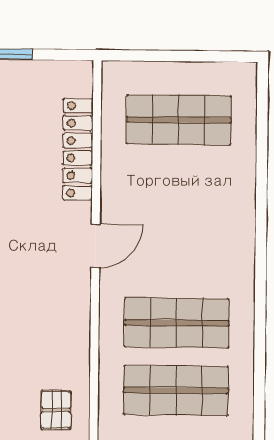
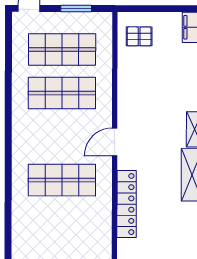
shop shelf: (179, 120) -> (62, 180), moved
pallet: (56, 410) -> (139, 36), turned 90

